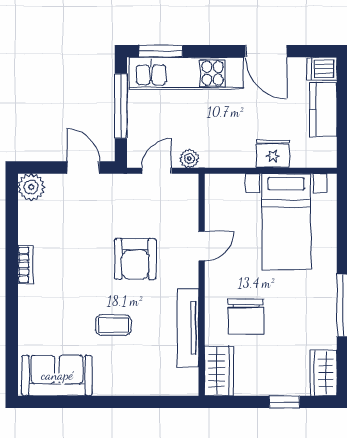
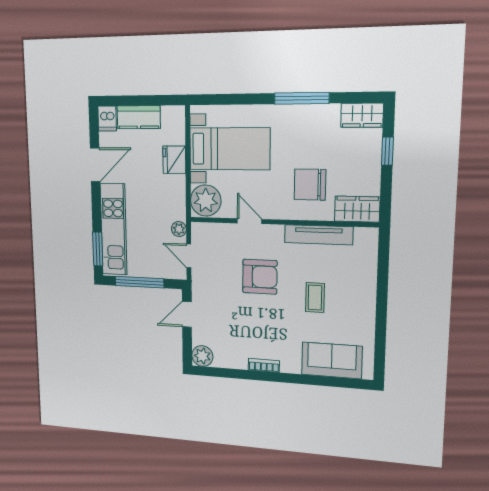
plant: (225, 192) -> (206, 201), added
chair: (246, 317) -> (310, 185), turned 180
sofa: (57, 375) -> (332, 360), moved, turned 90

